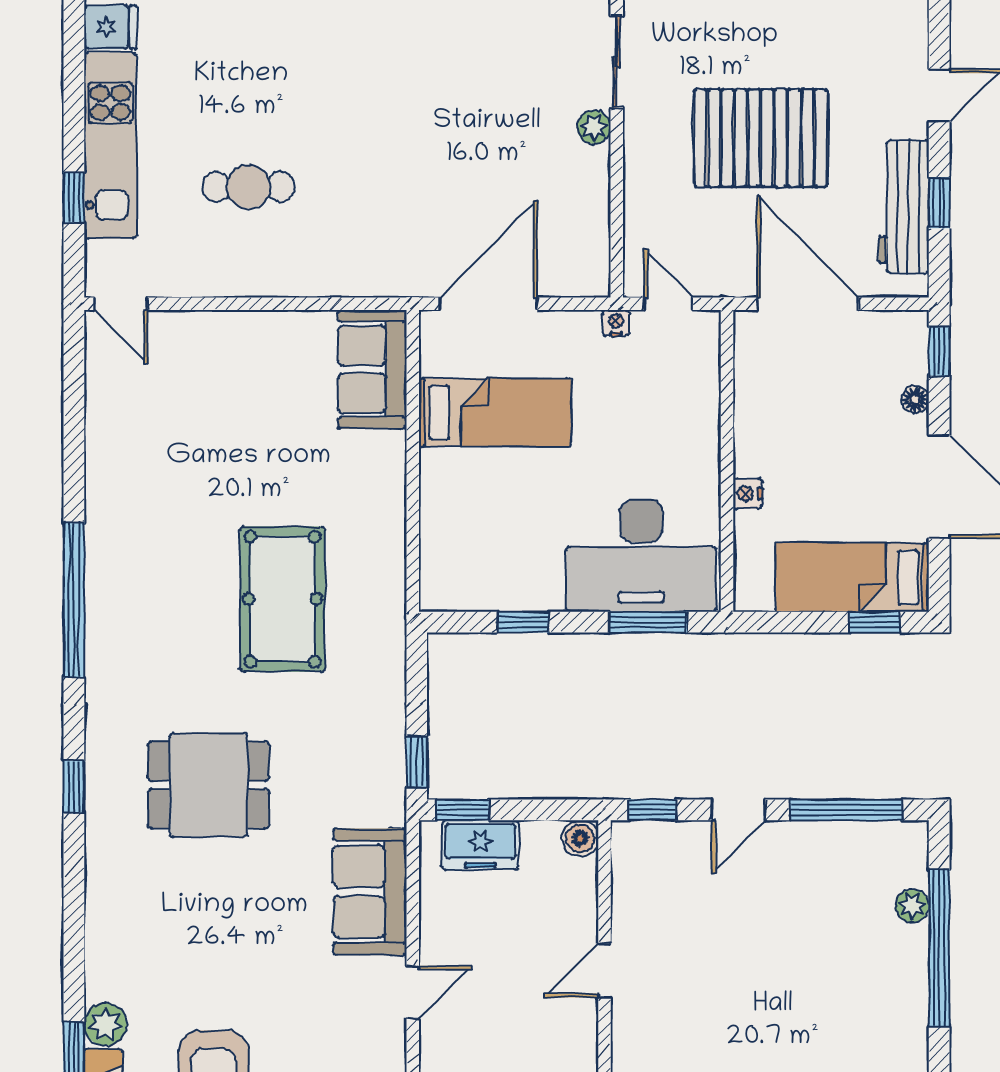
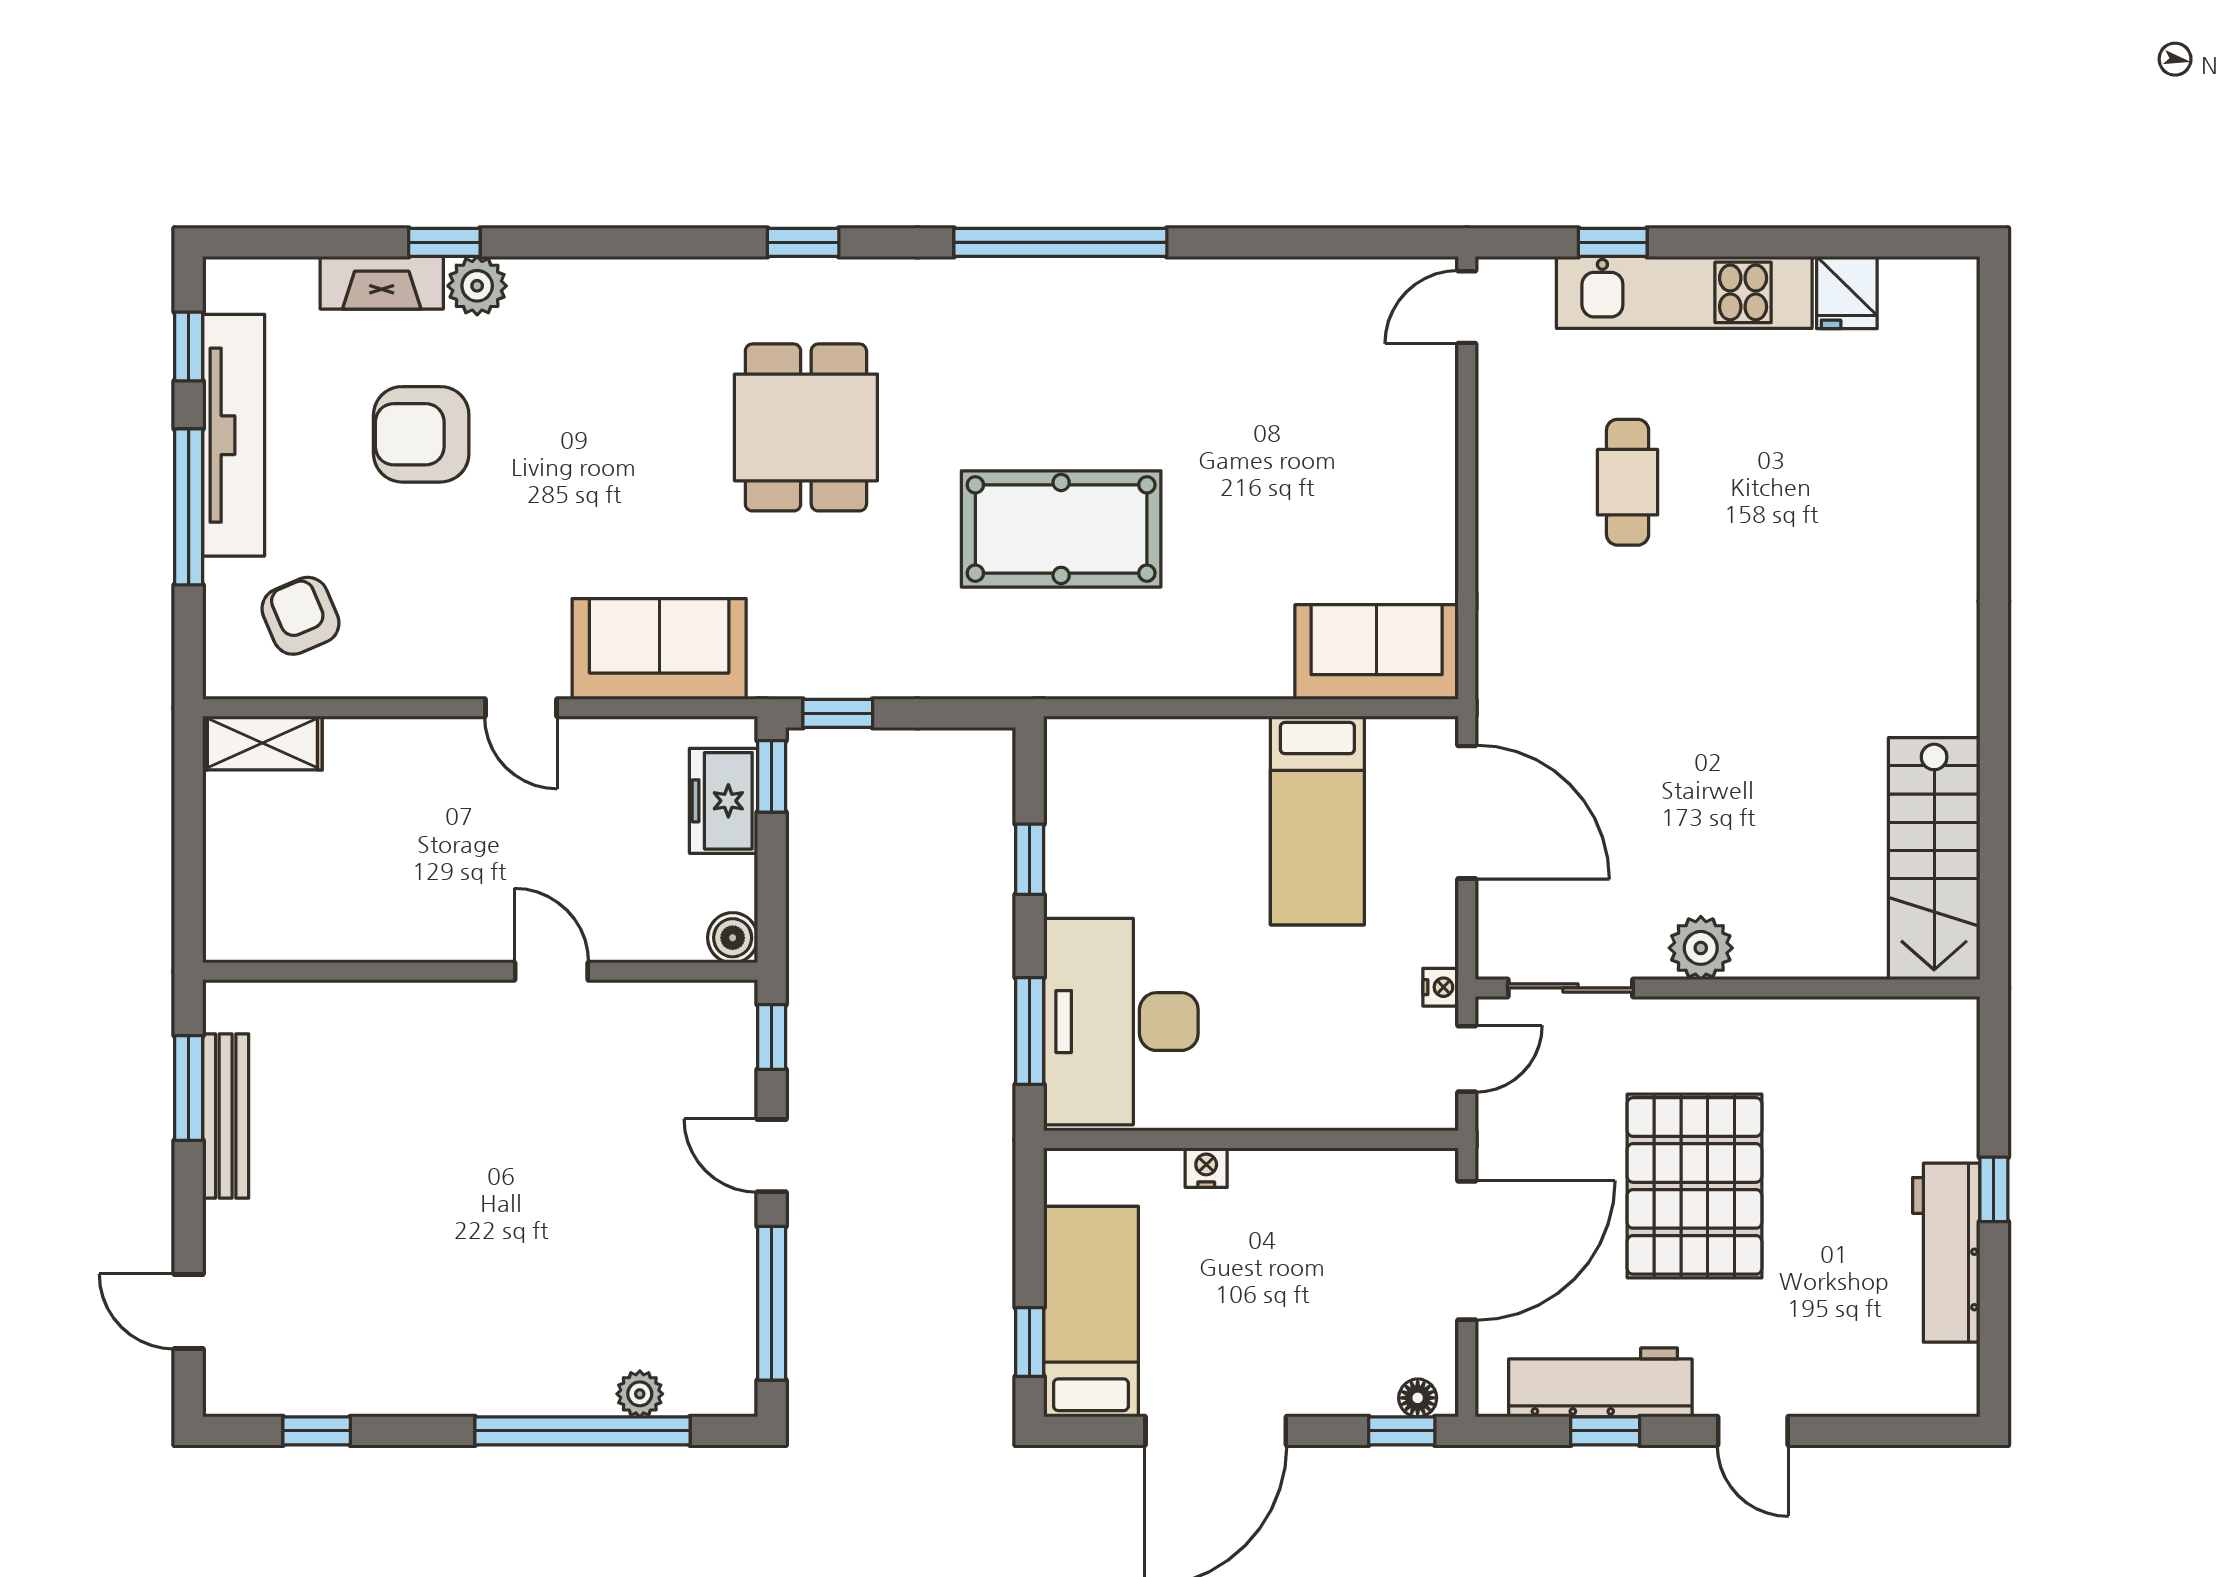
sliding door: (617, 62) -> (1570, 988), moved
plant: (594, 127) -> (1701, 948), width x1.38, depth x1.38
floor lamp: (915, 400) -> (1418, 1398), moved

